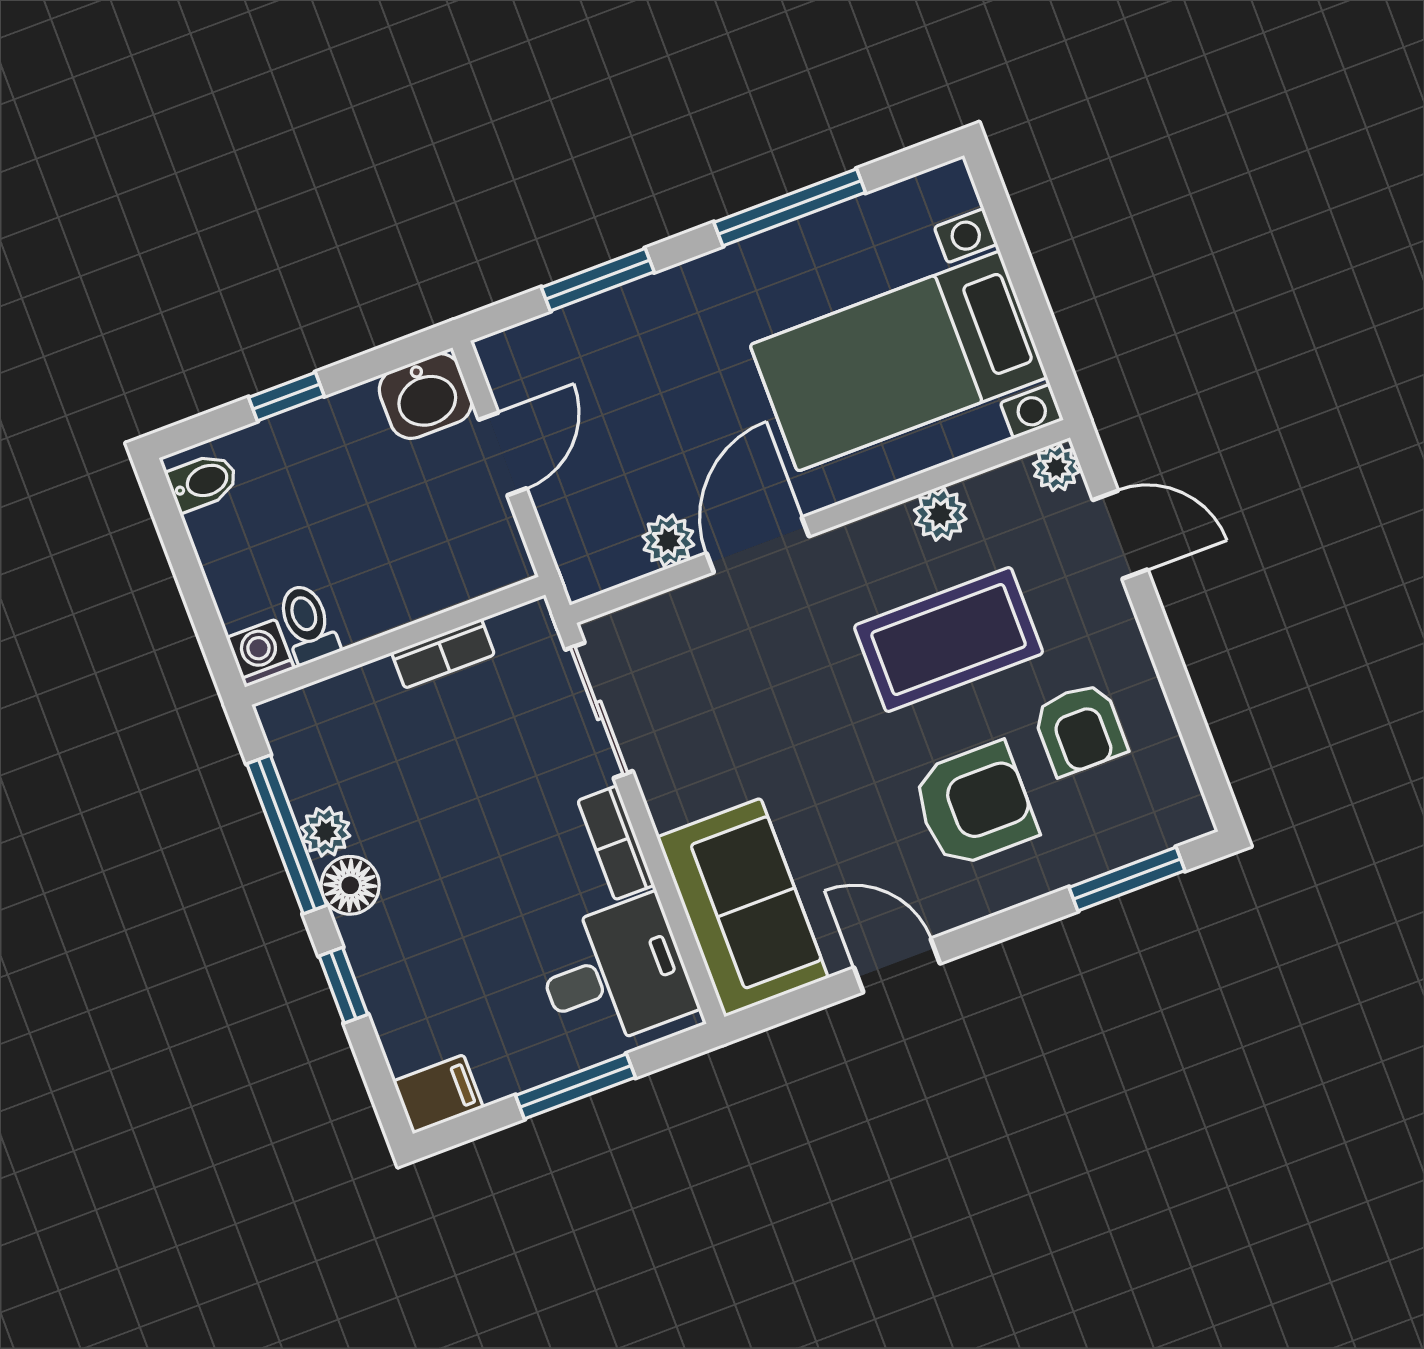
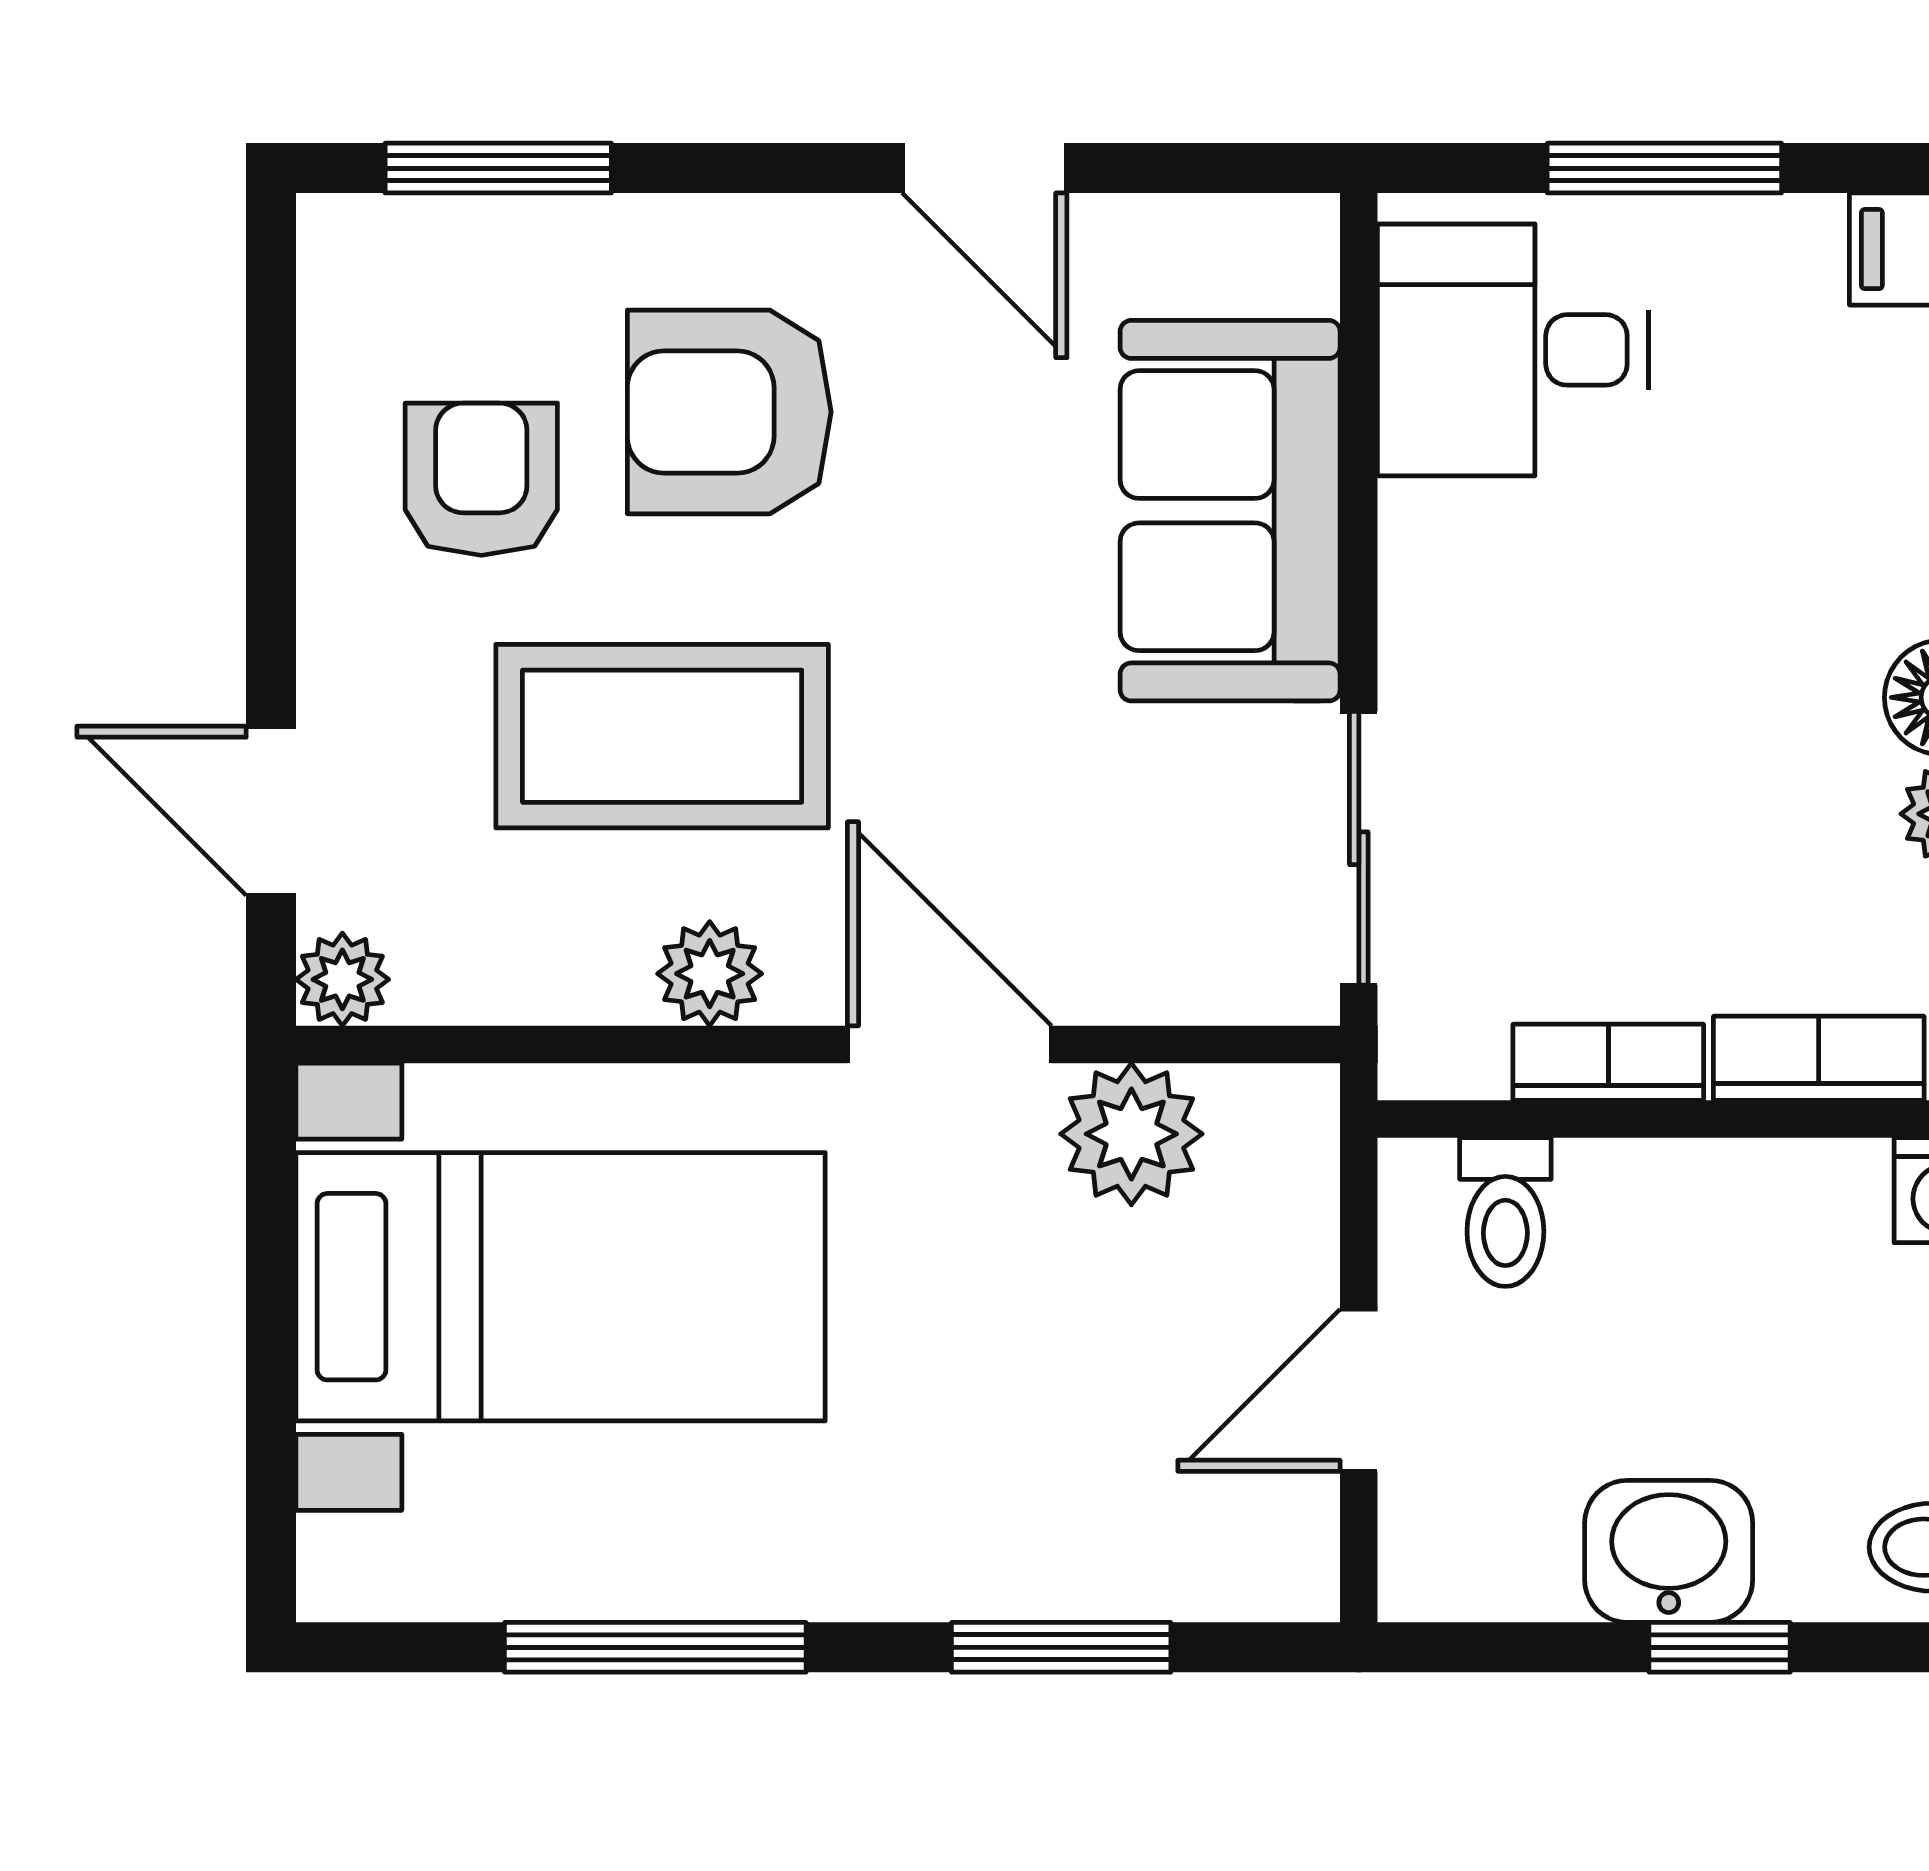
washbasin: (425, 396) -> (1669, 1551), moved
plant: (940, 514) -> (710, 974), moved
plant: (668, 541) -> (1131, 1134), width x1.38, depth x1.38
door: (758, 545) -> (949, 1044), swing flipped
toilet: (308, 624) -> (1505, 1212), moved
bookcase: (616, 843) -> (1819, 1058), moved, turned -90
sofa: (743, 907) -> (1230, 511), moved

